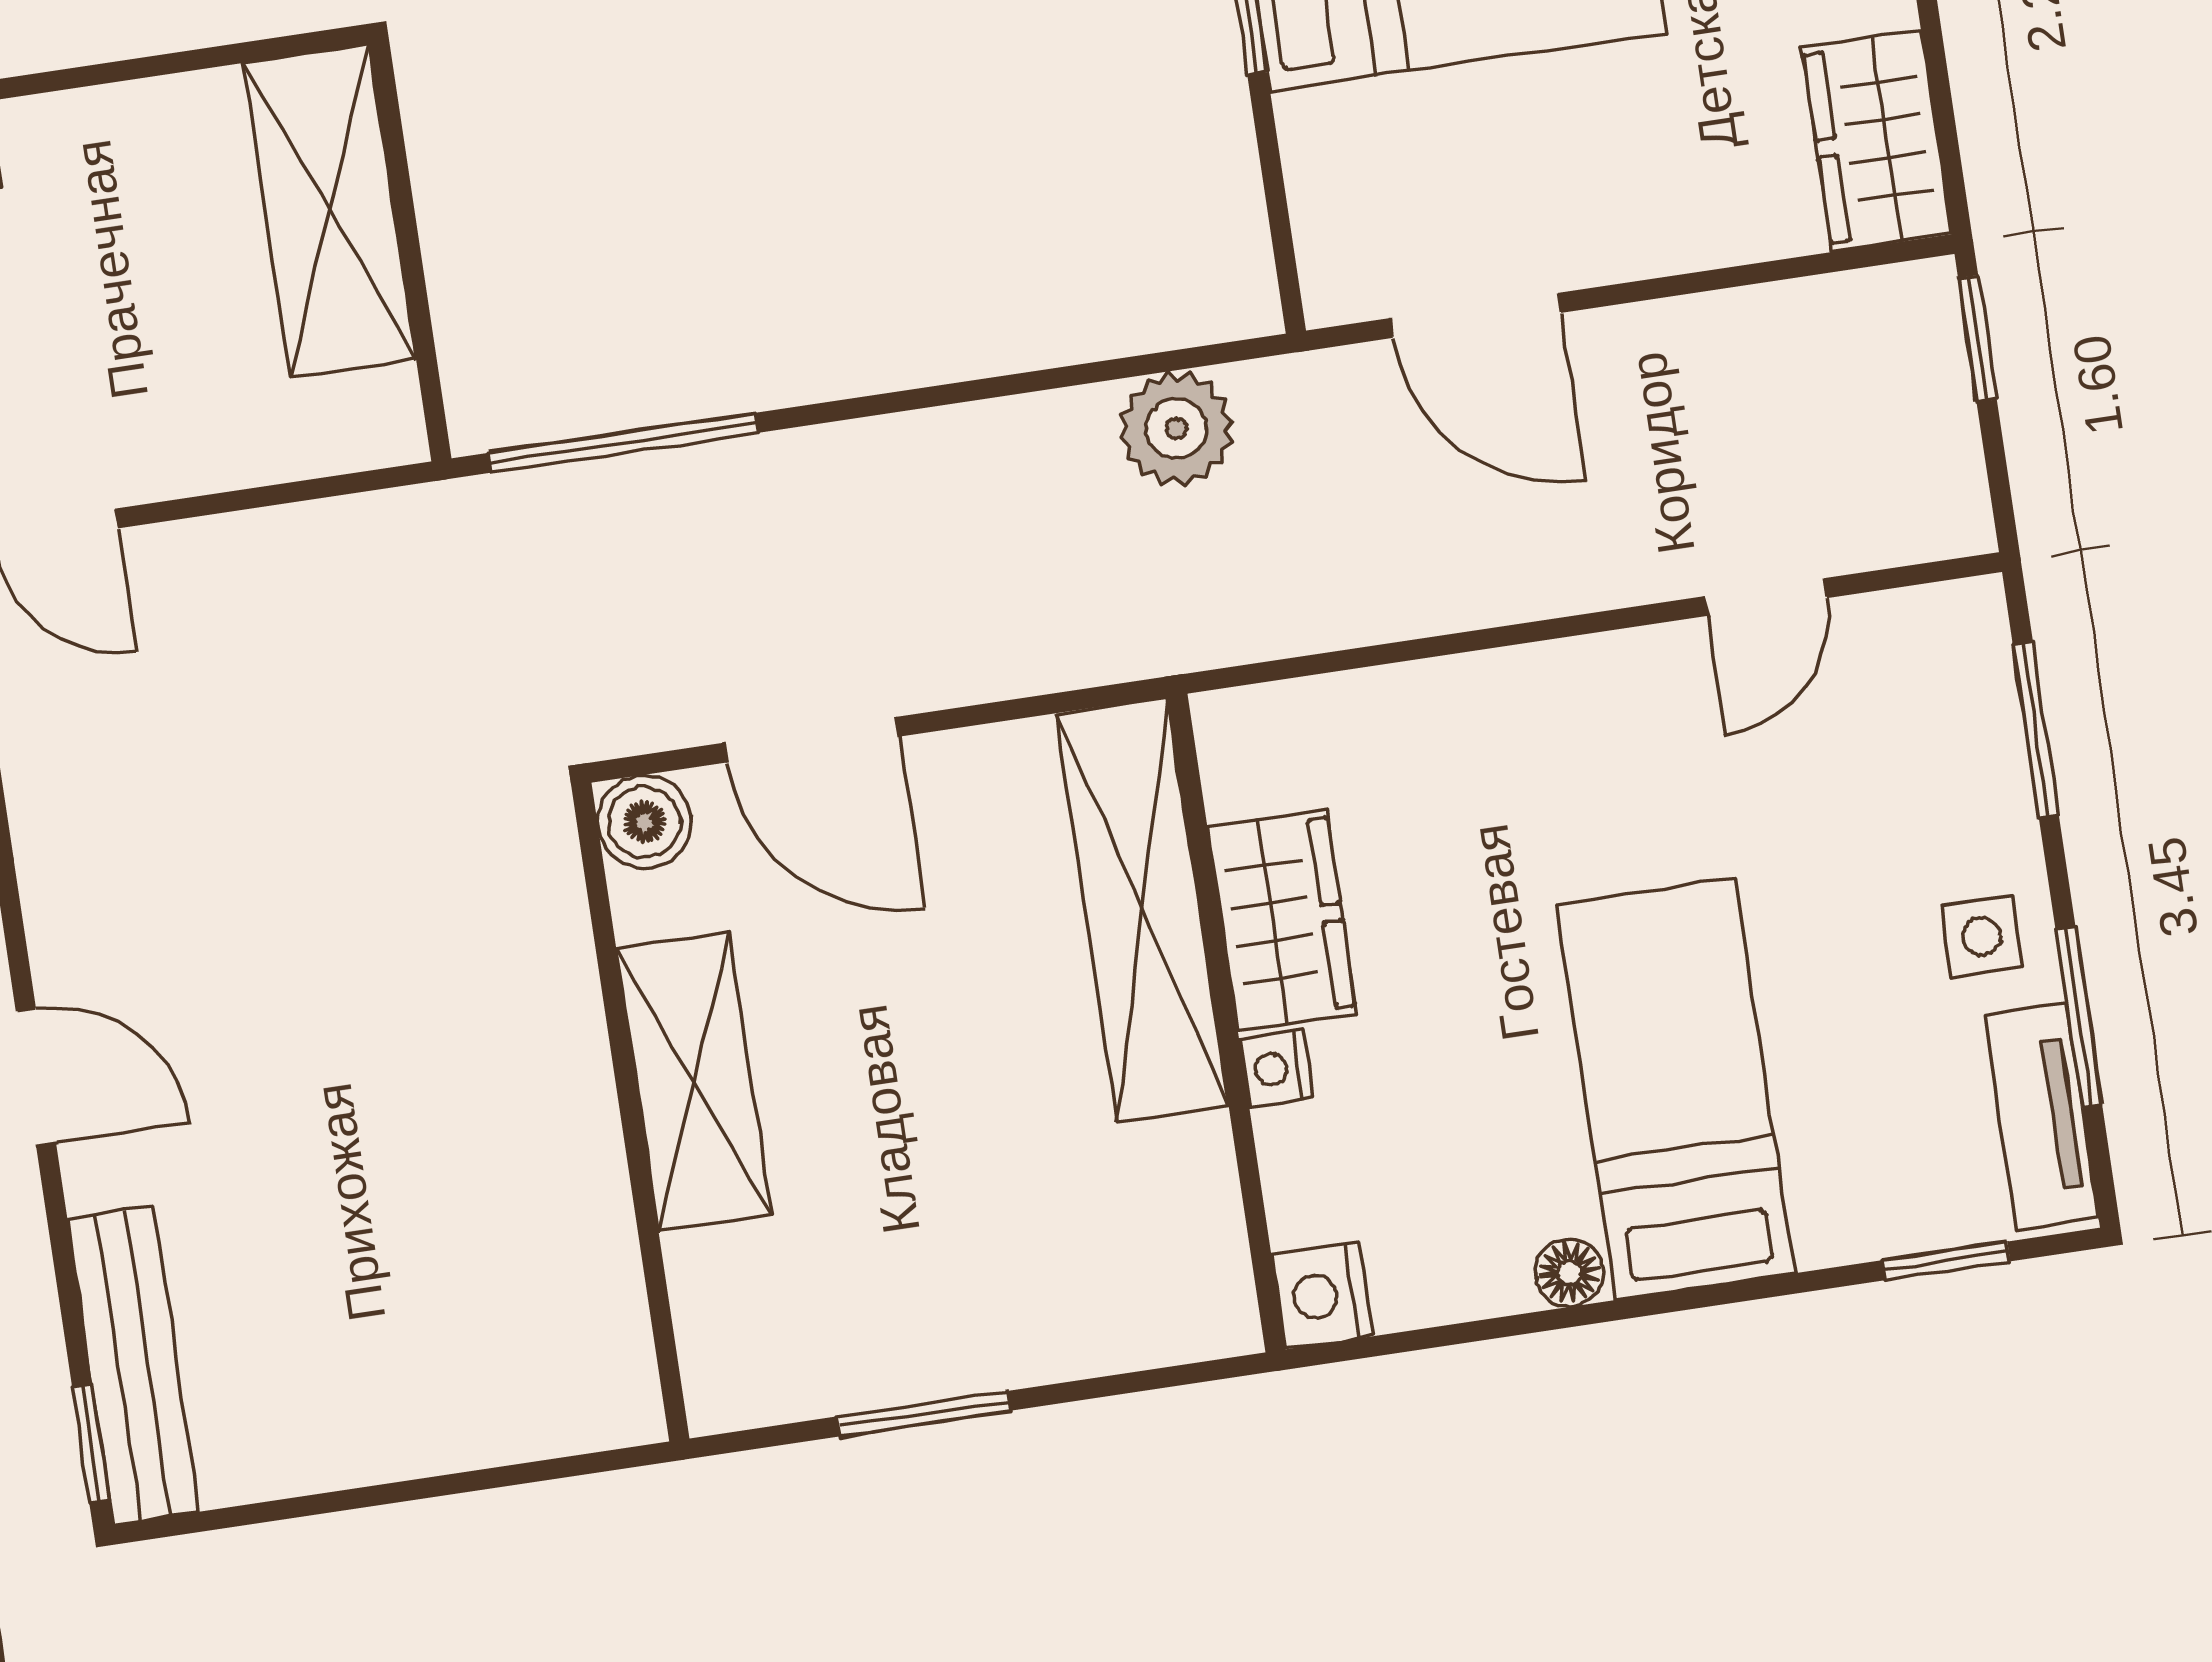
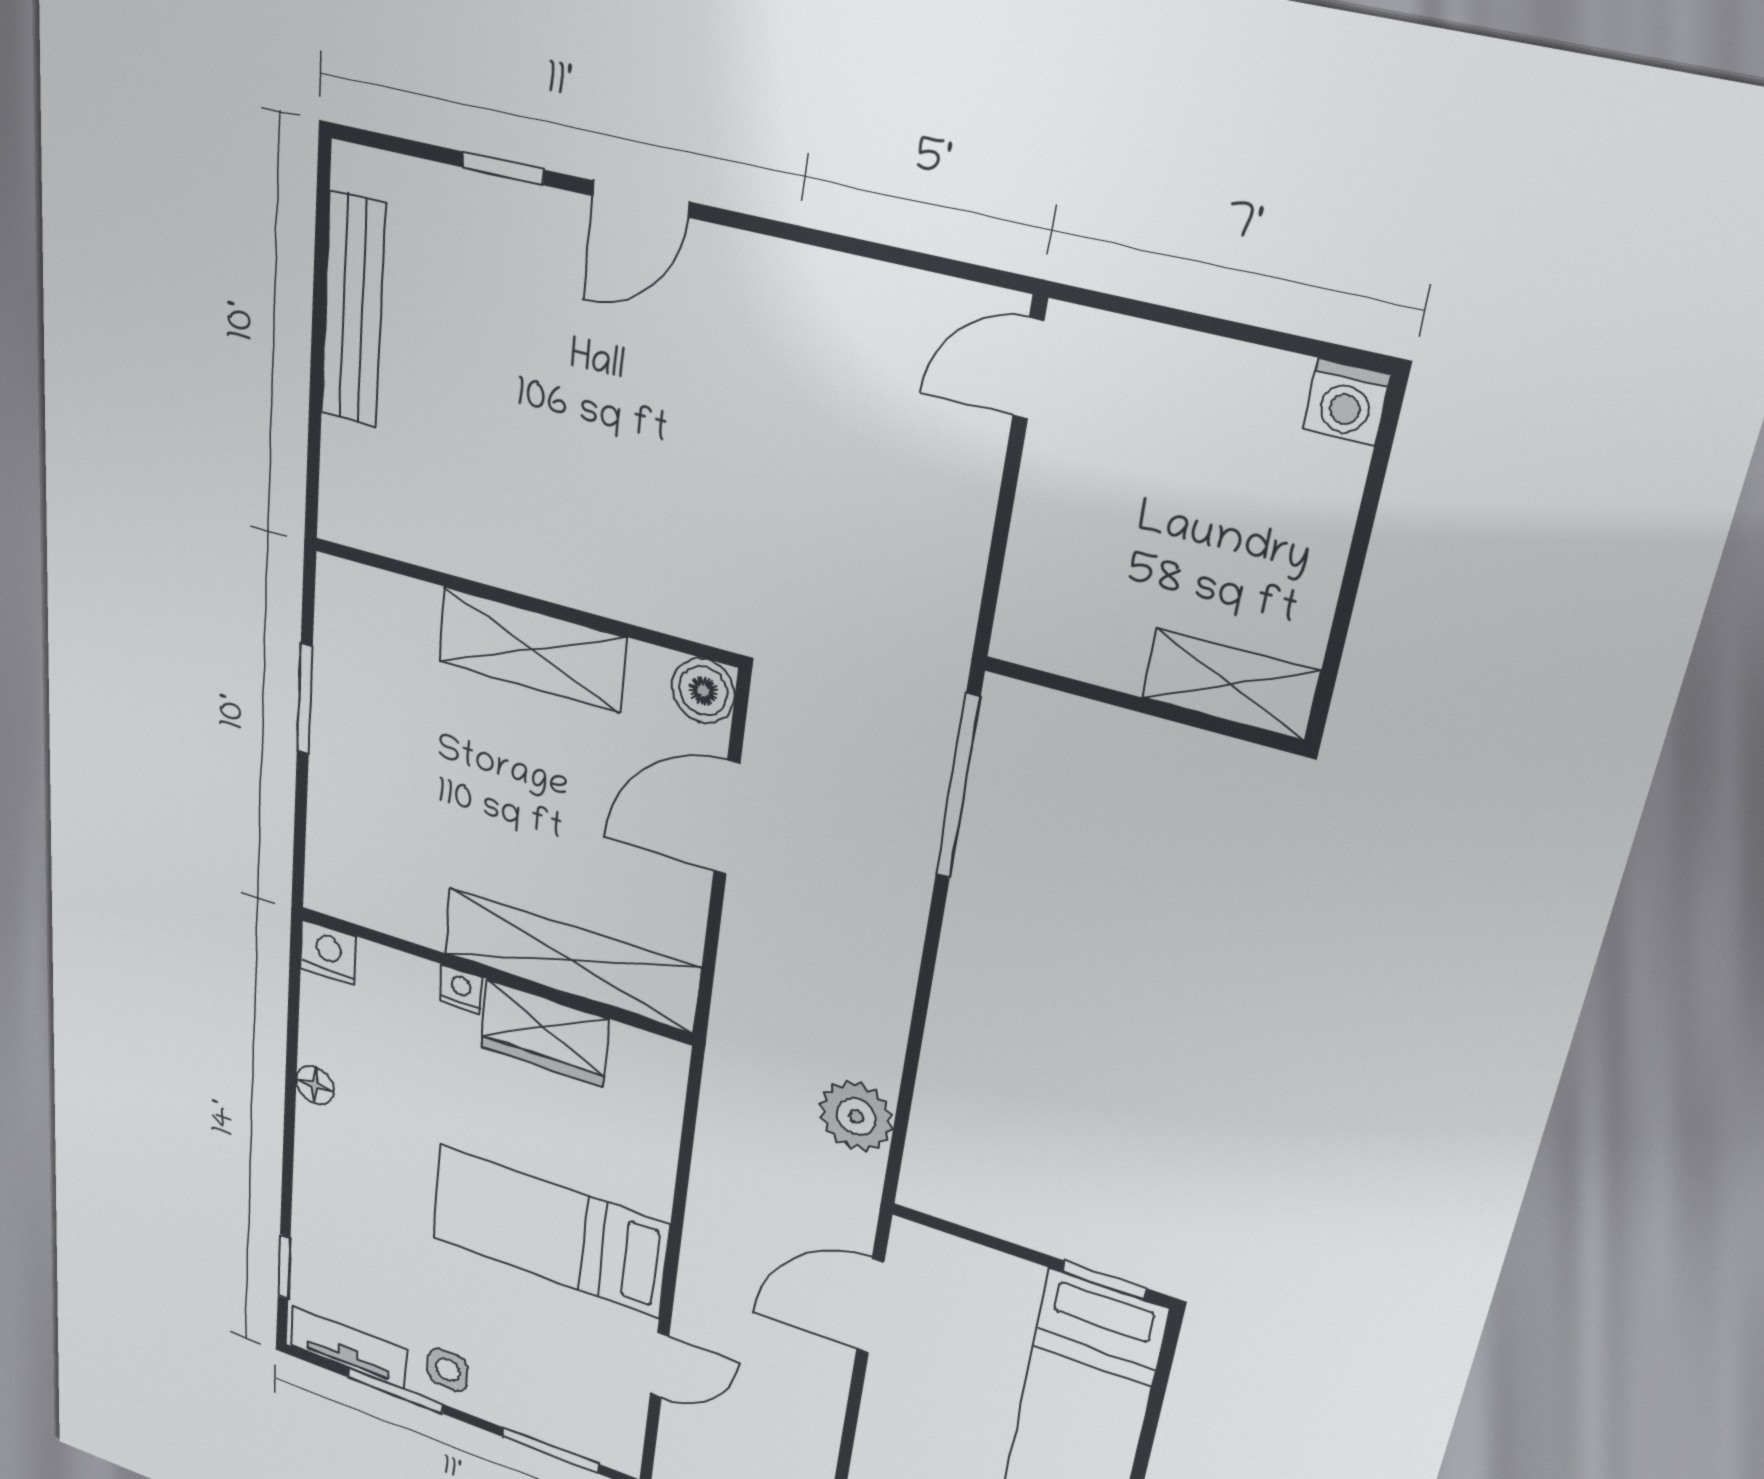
shelving: (330, 211) -> (1230, 685), width x0.67, depth x0.75
door: (1766, 597) -> (659, 1365), swing flipped
bed: (1676, 1089) -> (549, 1231), moved, turned 180
bench: (133, 1365) -> (353, 310), moved, turned 90
window: (91, 1443) -> (503, 168), moved

